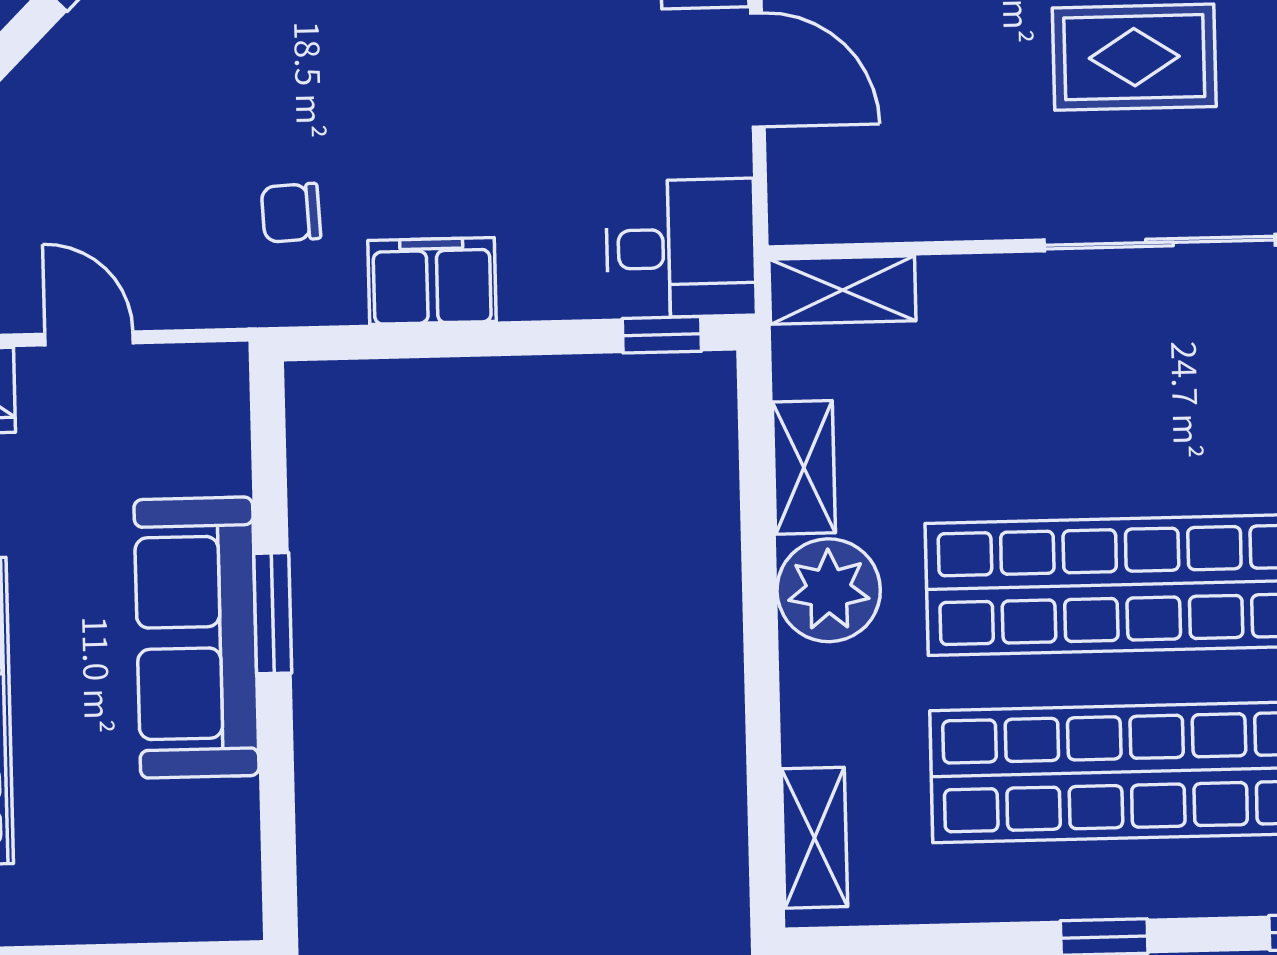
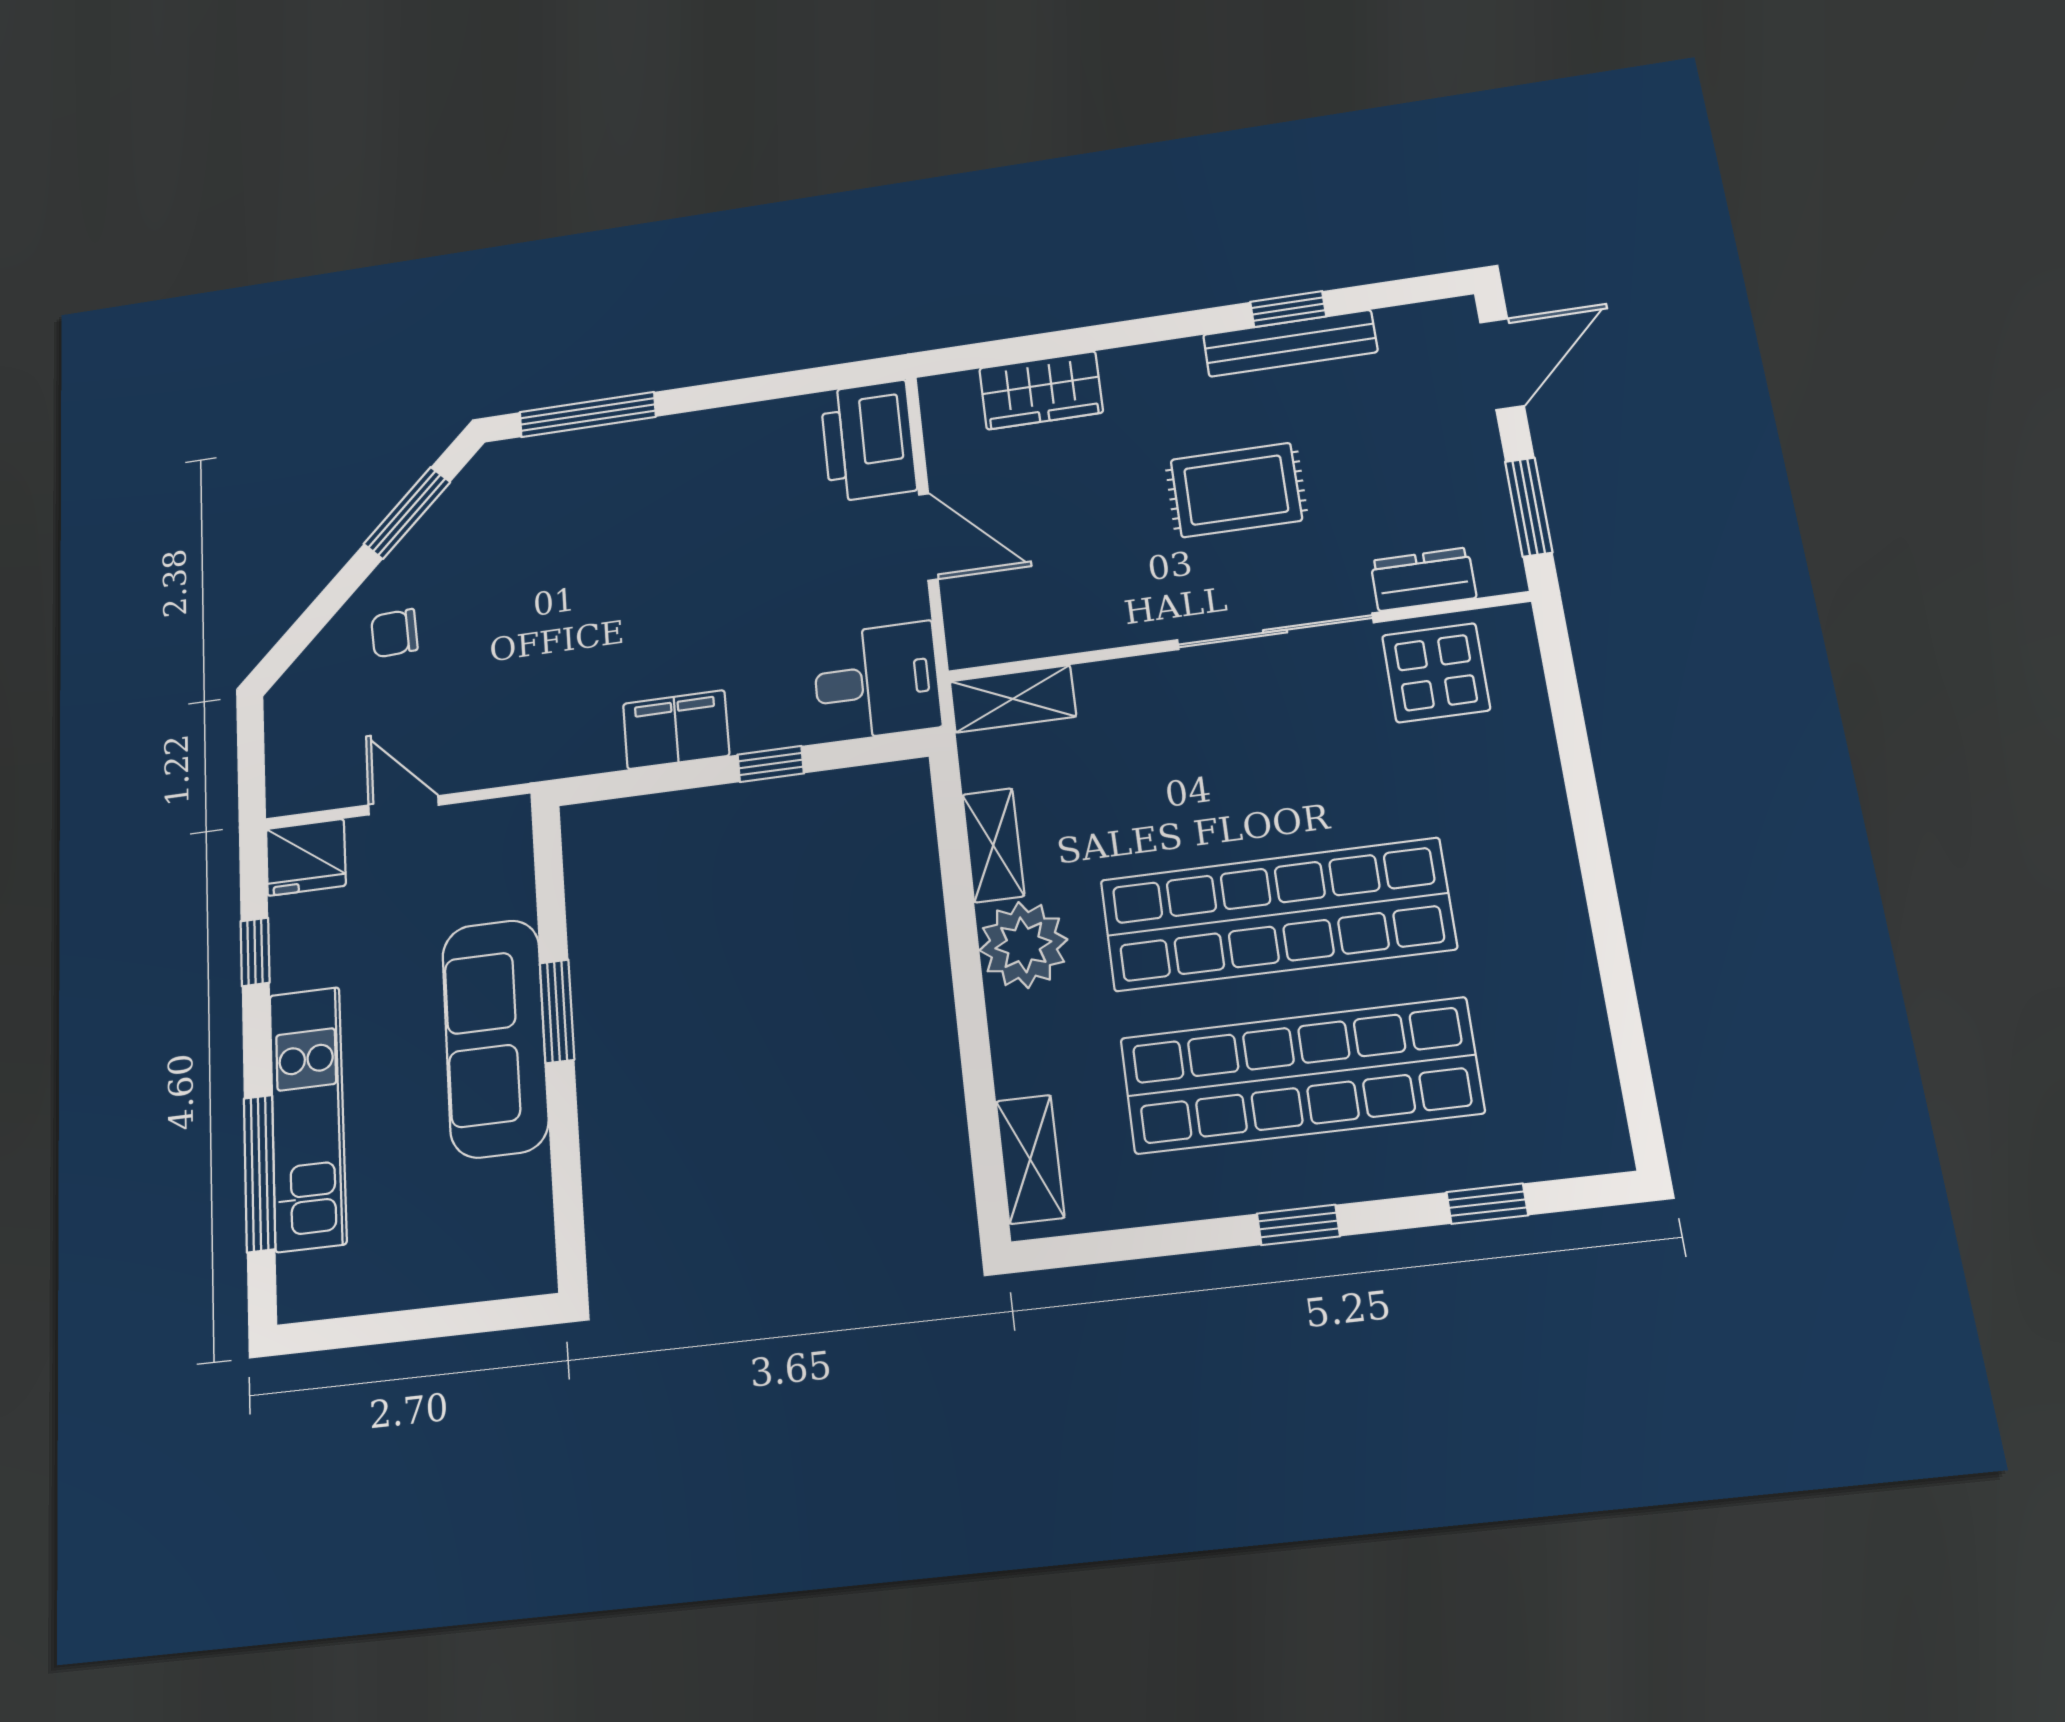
chair: (291, 213) -> (394, 633), moved
window: (662, 335) -> (771, 764), moved

